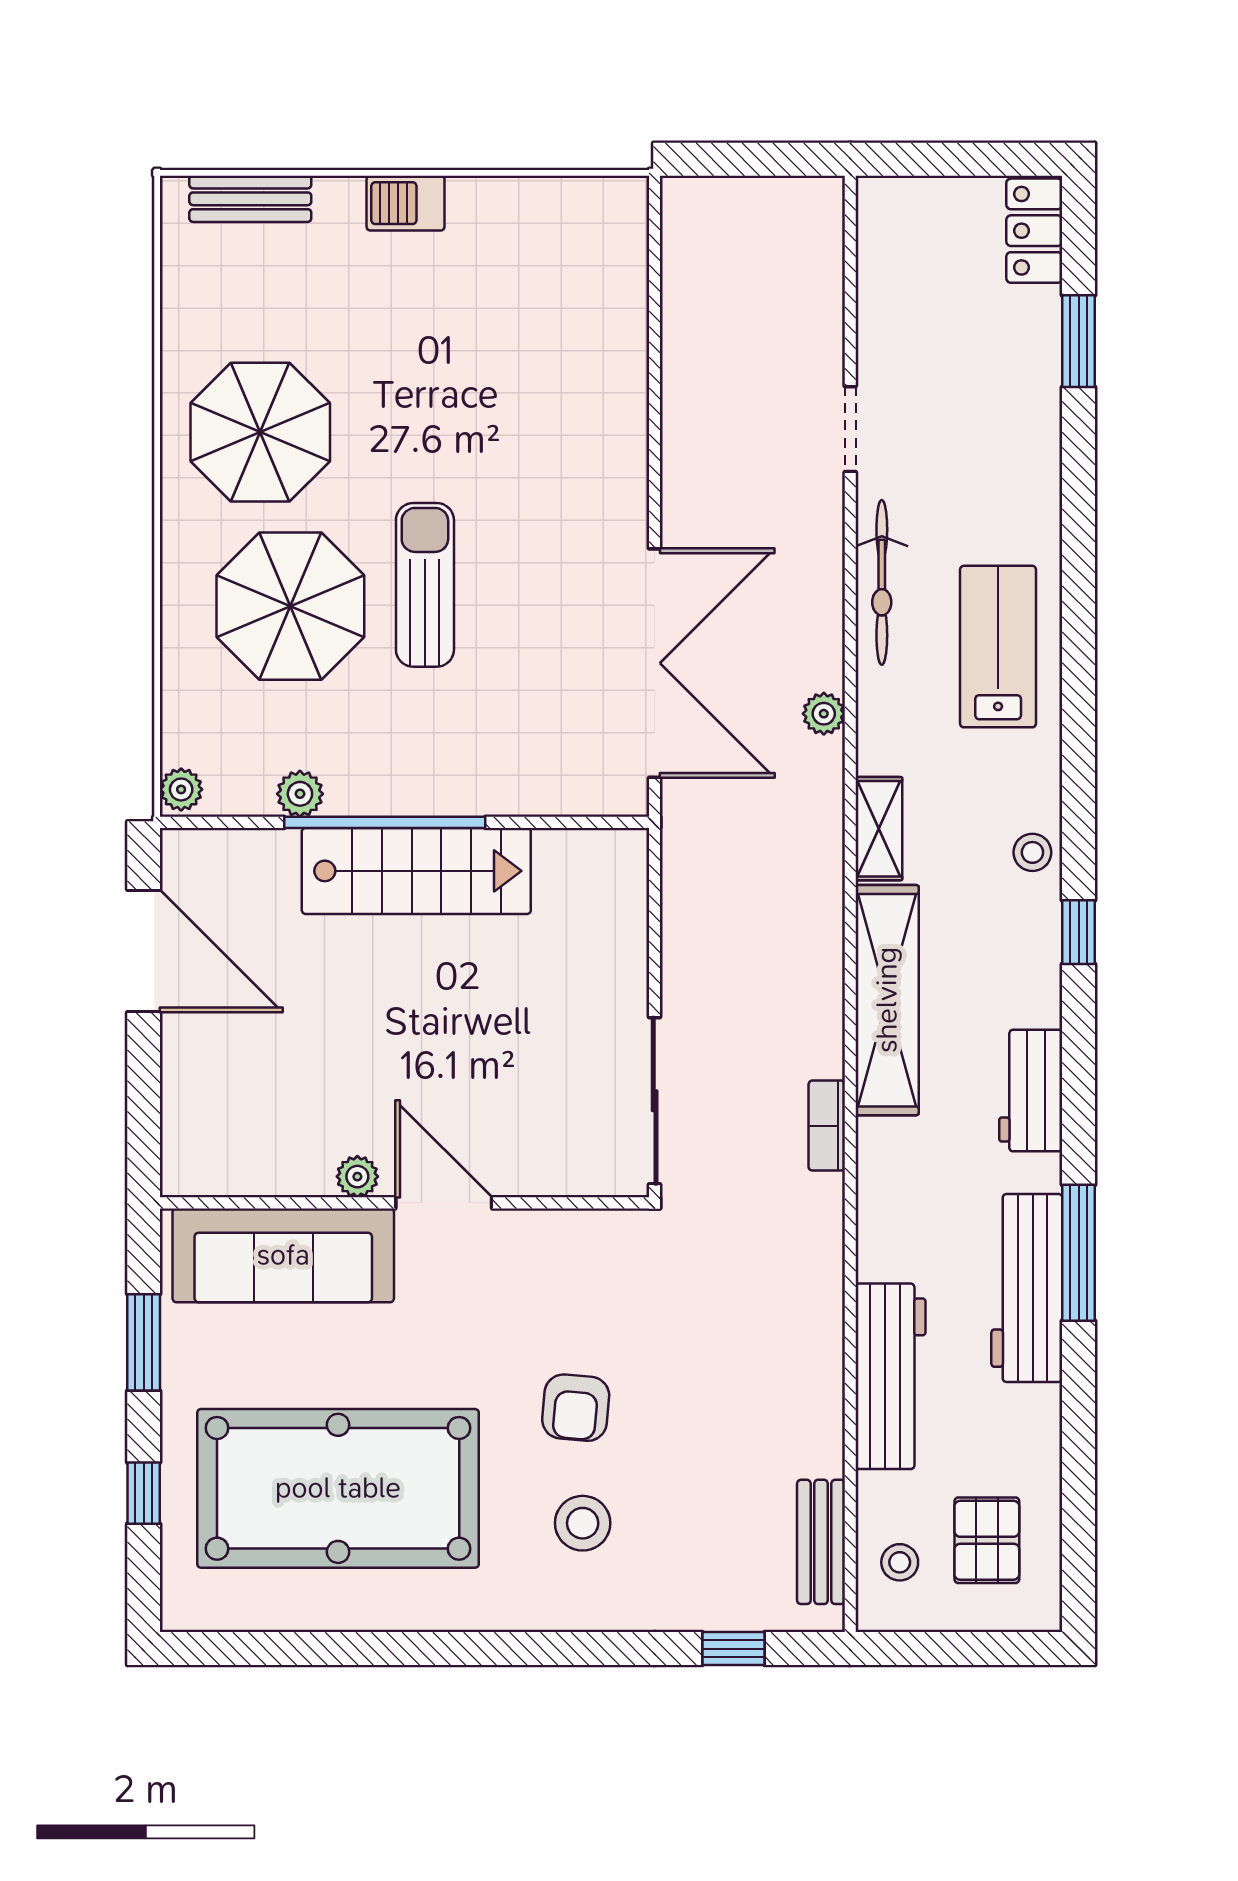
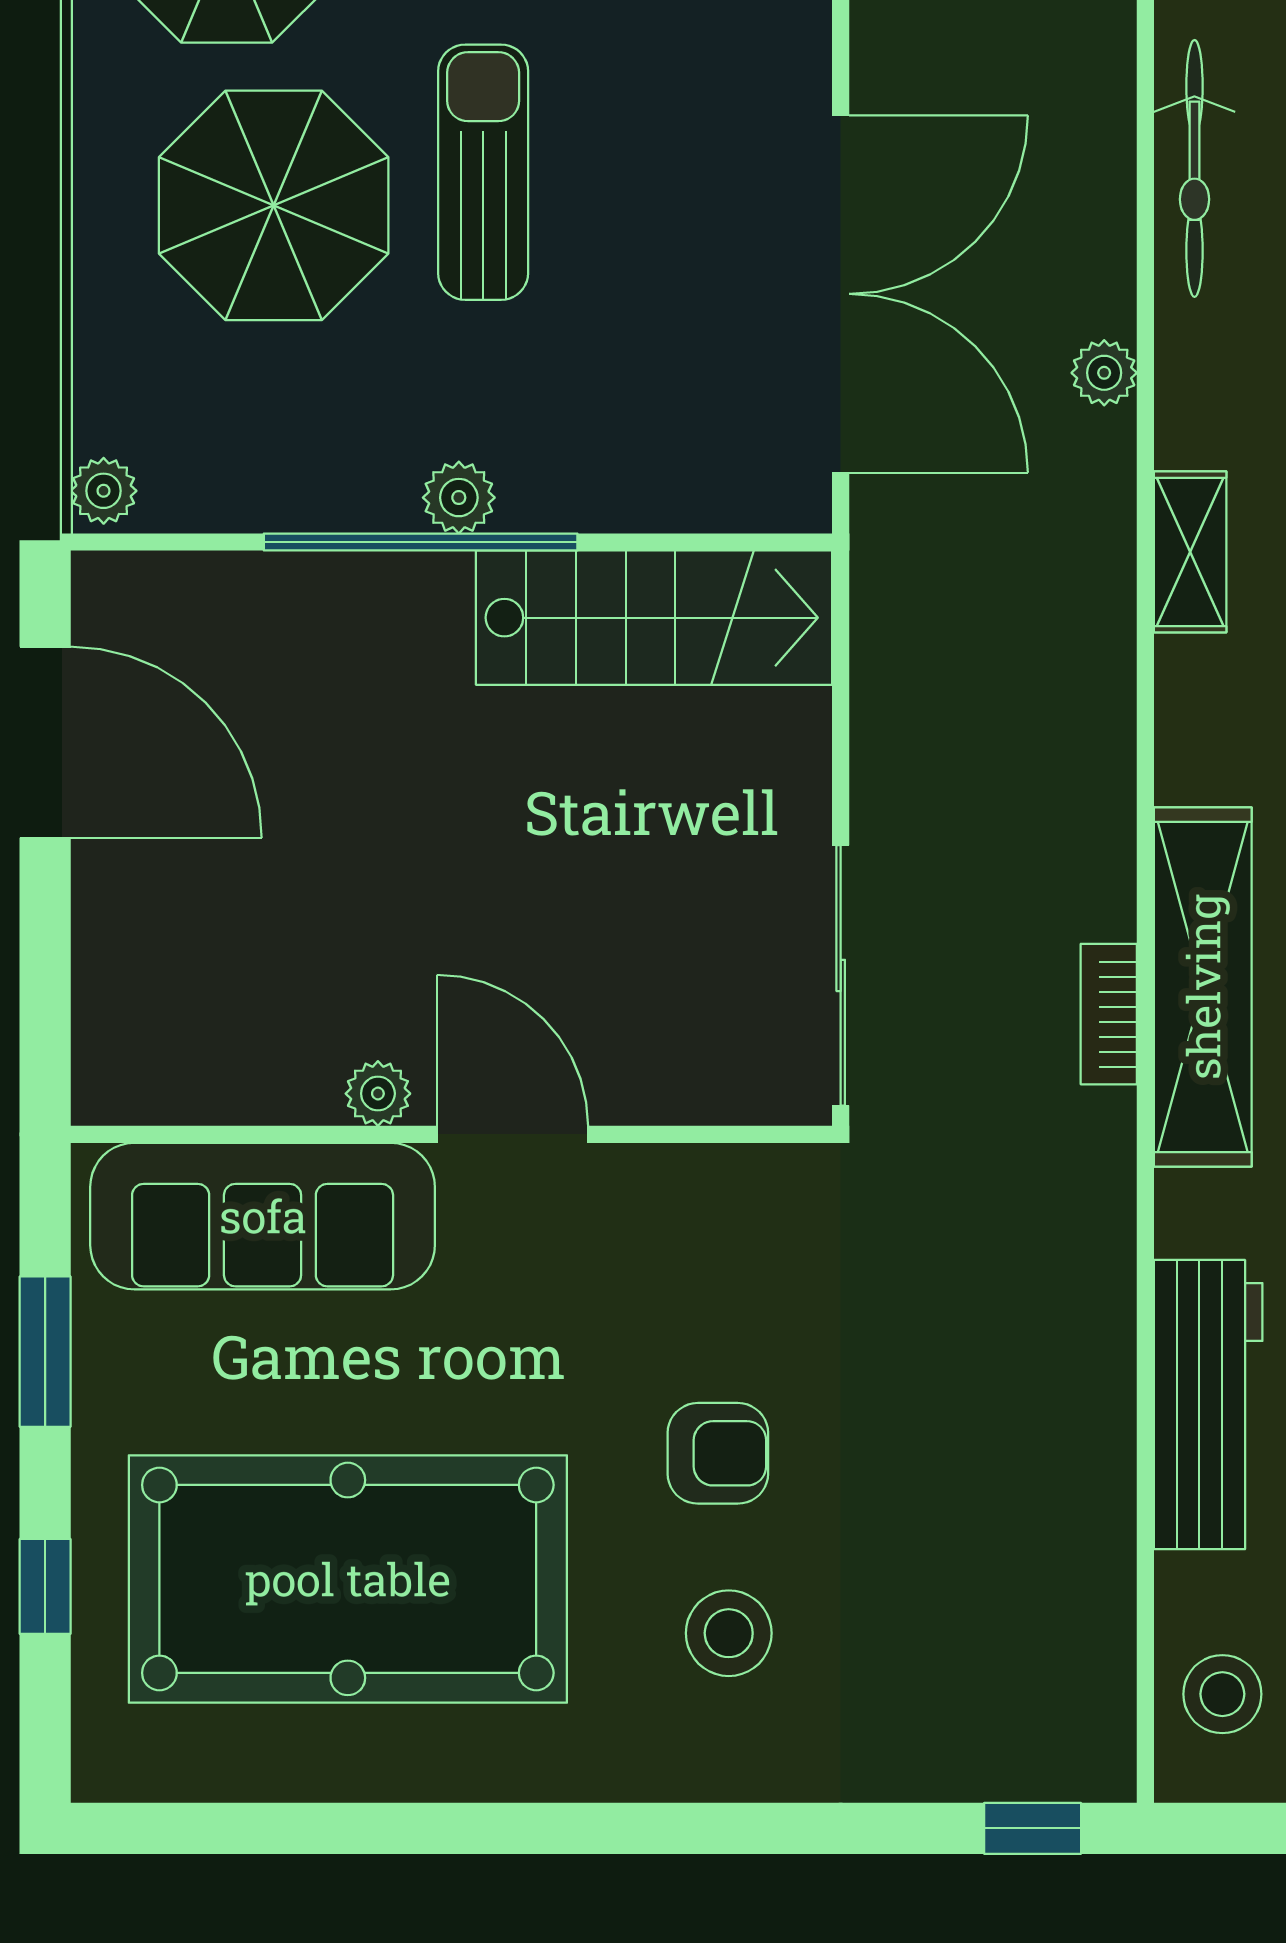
plant: (300, 794) -> (459, 498), moved
stairs: (416, 871) -> (654, 618), moved
shelving: (887, 1000) -> (1203, 987), moved
armchair: (576, 1408) -> (718, 1453), turned -95
bench: (821, 1542) -> (1100, 1662), removed
stool: (900, 1562) -> (1222, 1694), width x1.37, depth x1.37
window: (733, 1649) -> (1033, 1828), moved

